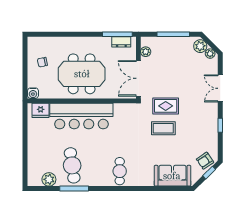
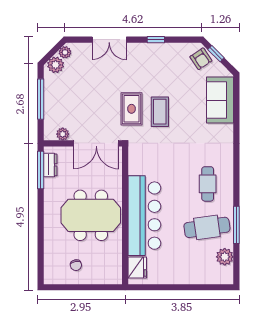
meeting table: (82, 74) -> (91, 215), turned 90
water cooler: (33, 93) -> (115, 277), removed
cafe table: (120, 171) -> (208, 184), moved, turned 90

